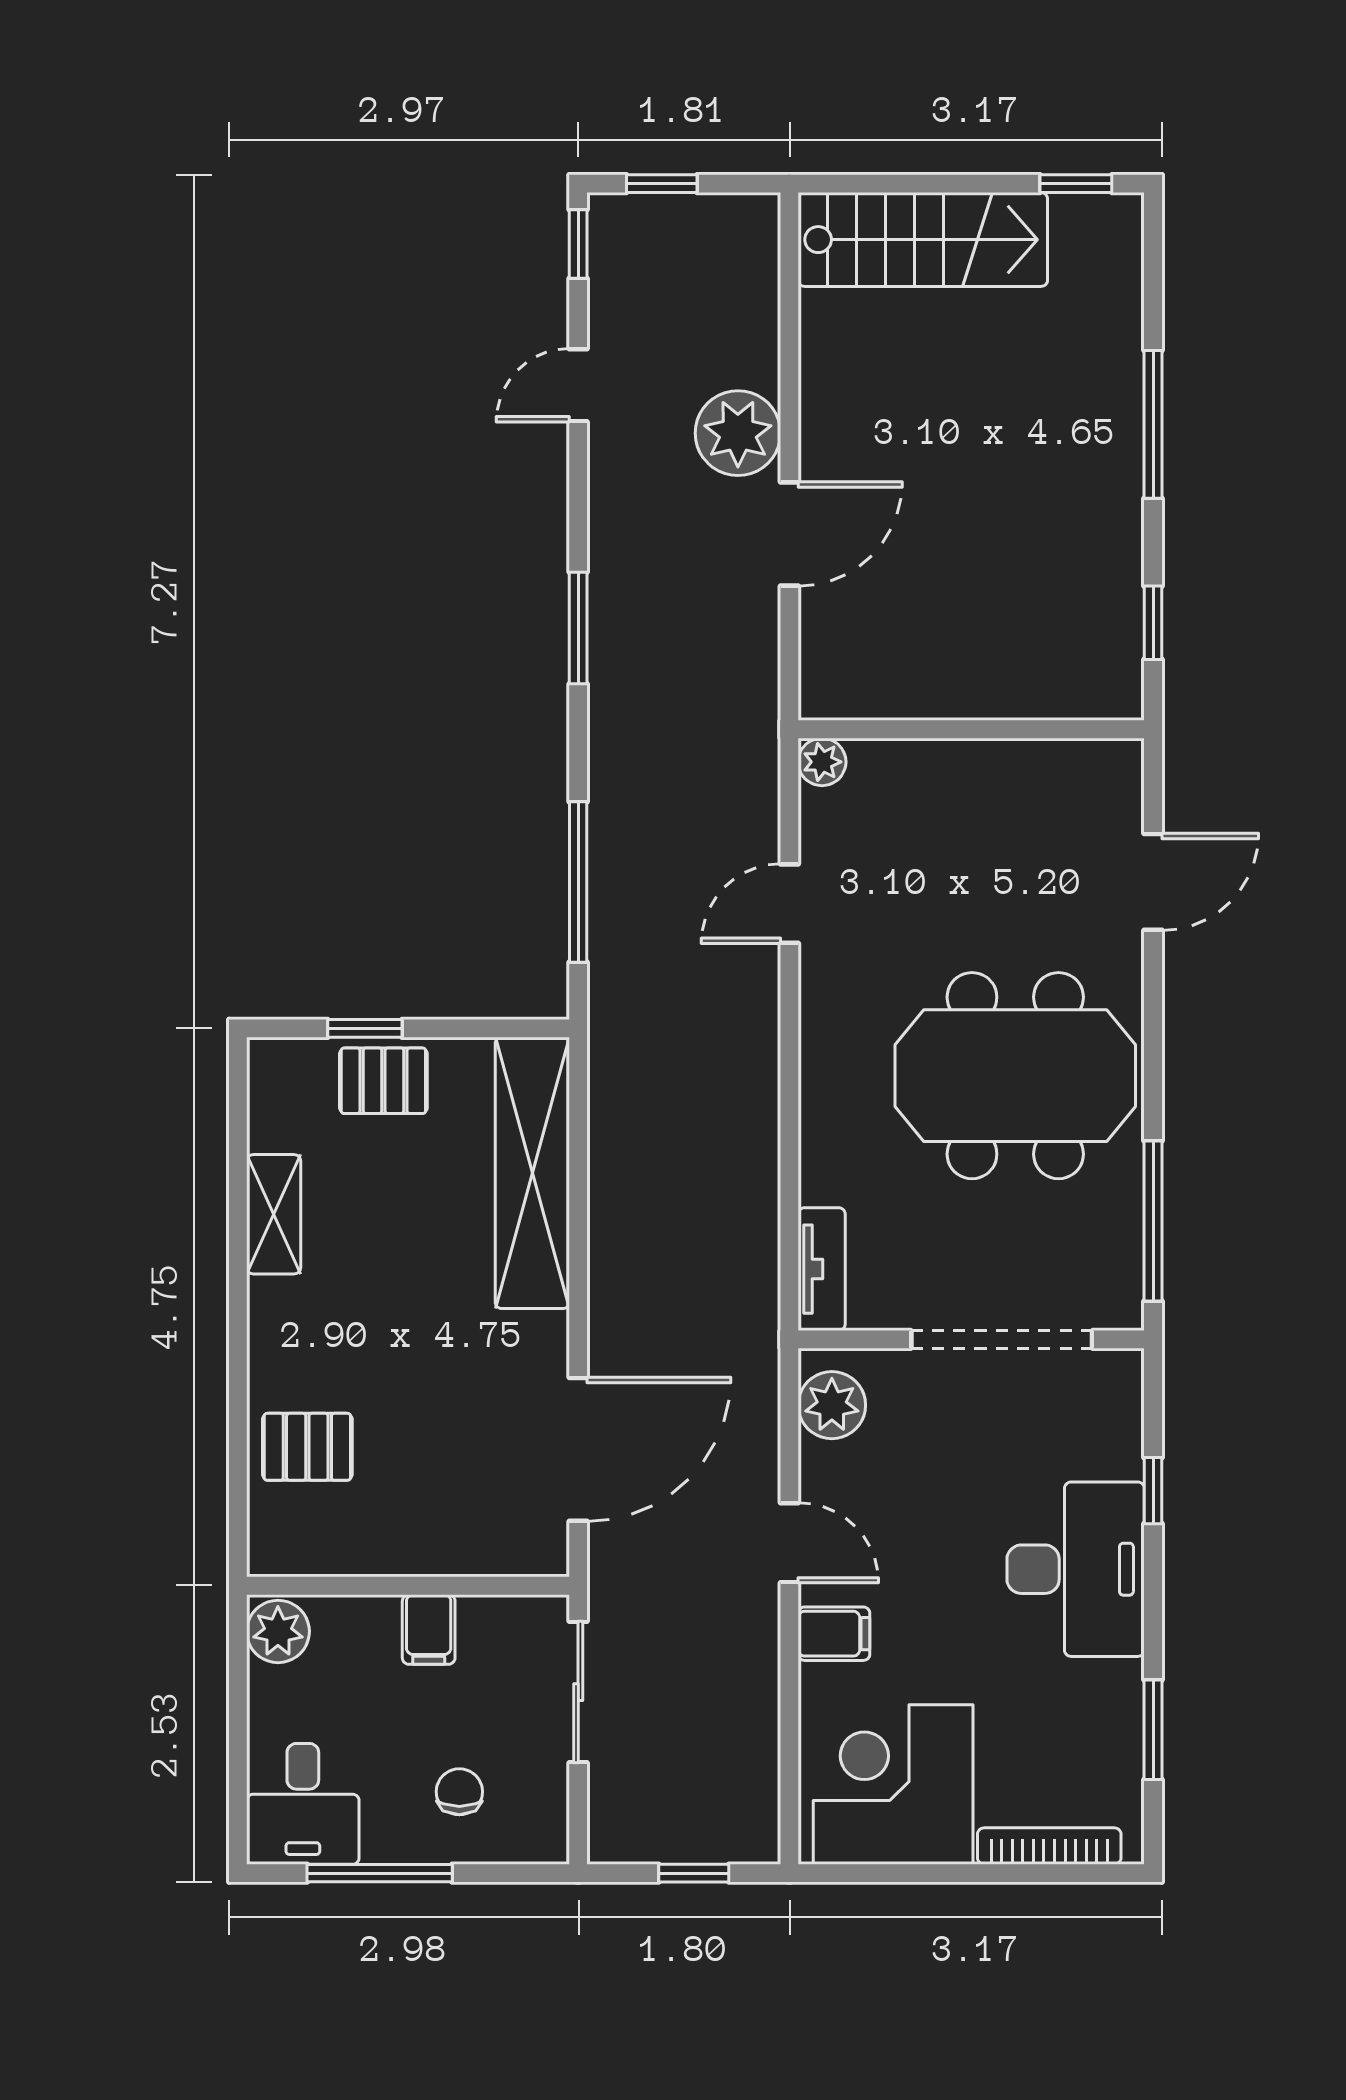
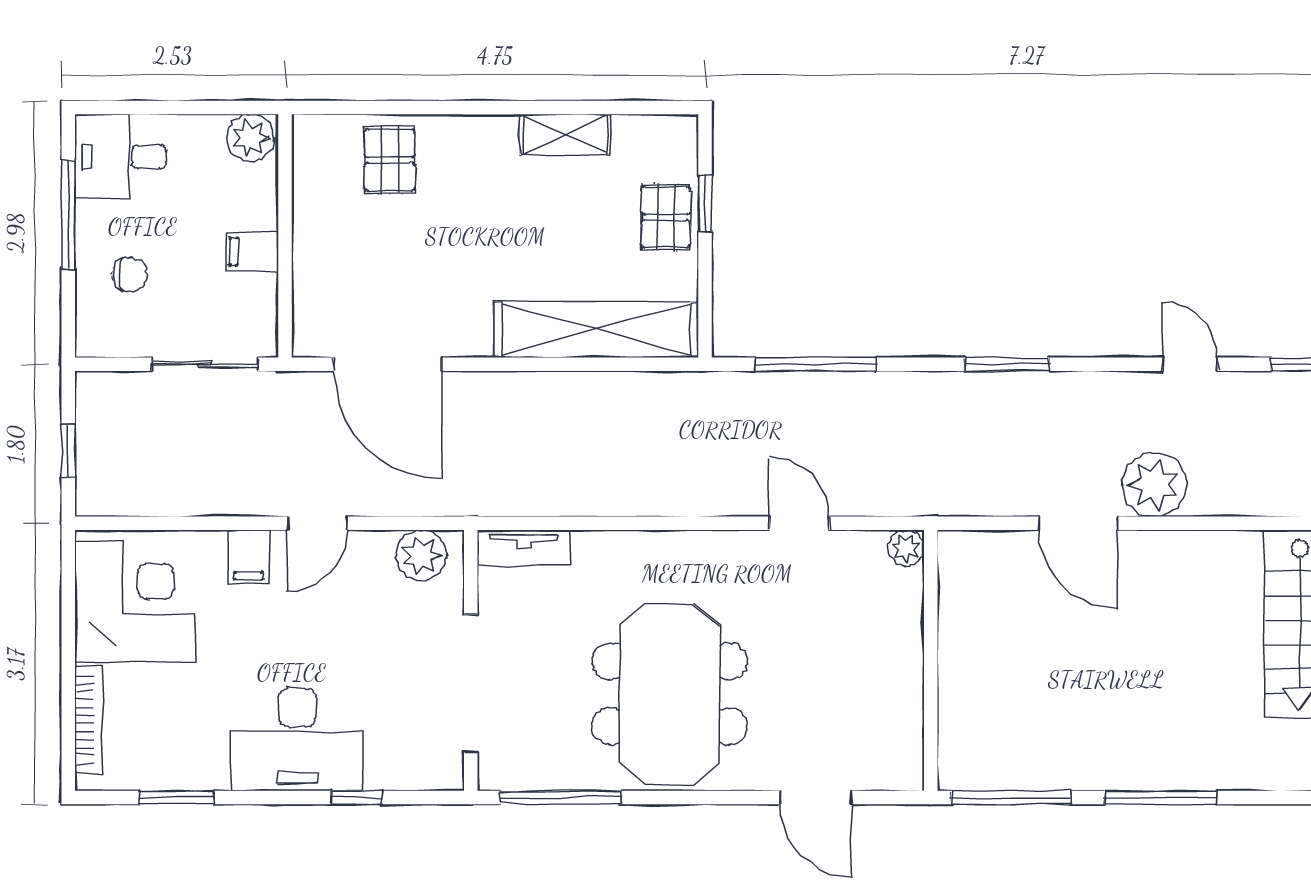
window: (1153, 623) -> (1011, 798), width x2.17

